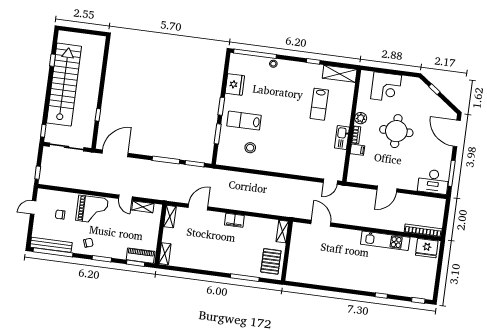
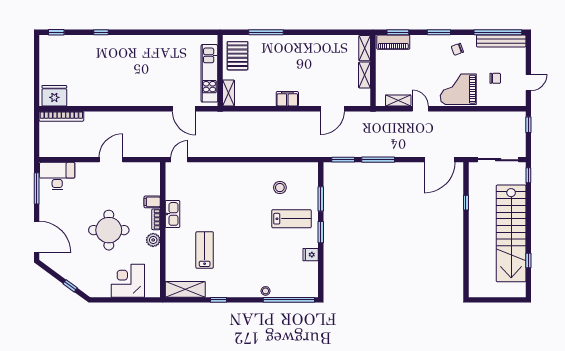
fridge: (235, 84) -> (311, 255), width x0.53, depth x0.75
shelving: (170, 217) -> (365, 75), moved
kitchen unit: (385, 241) -> (209, 73), moved, turned -90

